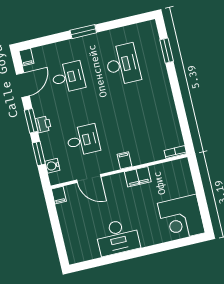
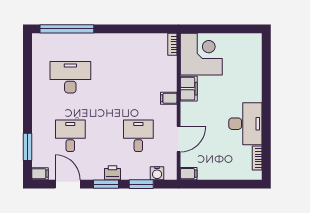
window: (83, 32) -> (27, 147), moved
window: (167, 51) -> (67, 29), width x2.11
corner desk: (181, 218) -> (201, 54), moved, turned -90
bookcase: (88, 255) -> (257, 158), added

